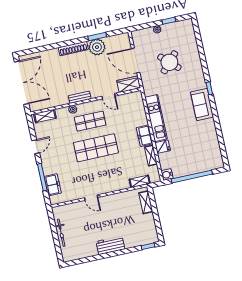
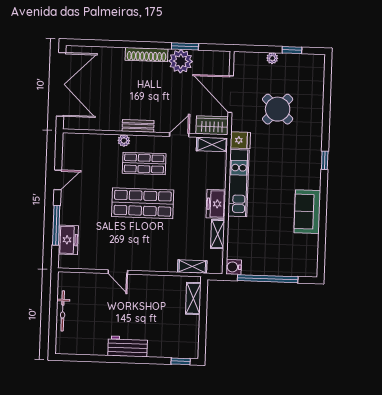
door: (109, 96) -> (179, 135), swing flipped
sofa: (202, 105) -> (307, 212), moved
shelving: (45, 116) -> (212, 144), moved
fridge: (163, 147) -> (240, 140), moved

